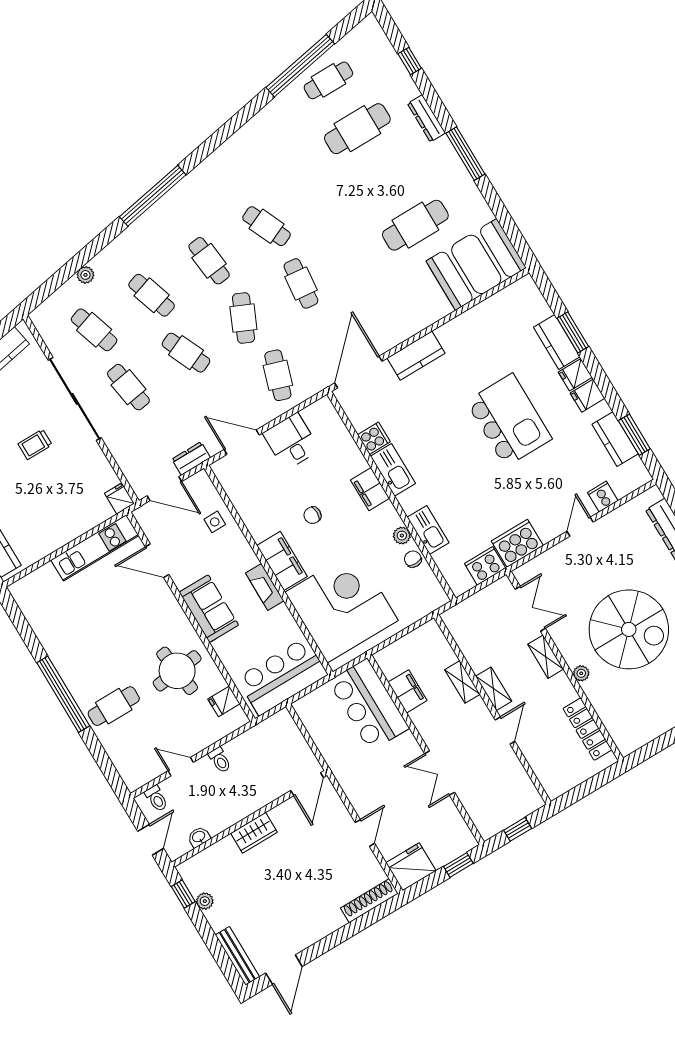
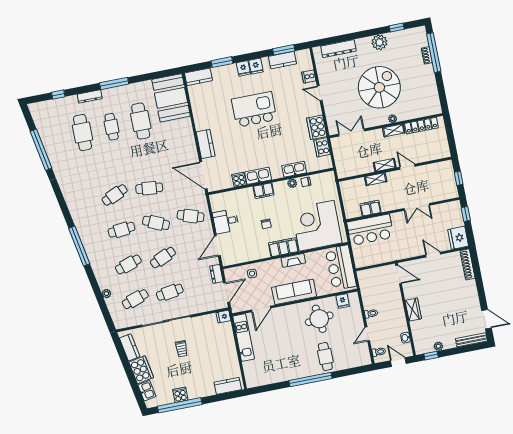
cafe table: (328, 80) -> (112, 127), moved
kitchen counter: (557, 342) -> (198, 77), moved
sofa: (209, 609) -> (294, 292), width x1.36
shelving: (546, 657) -> (394, 130), moved

